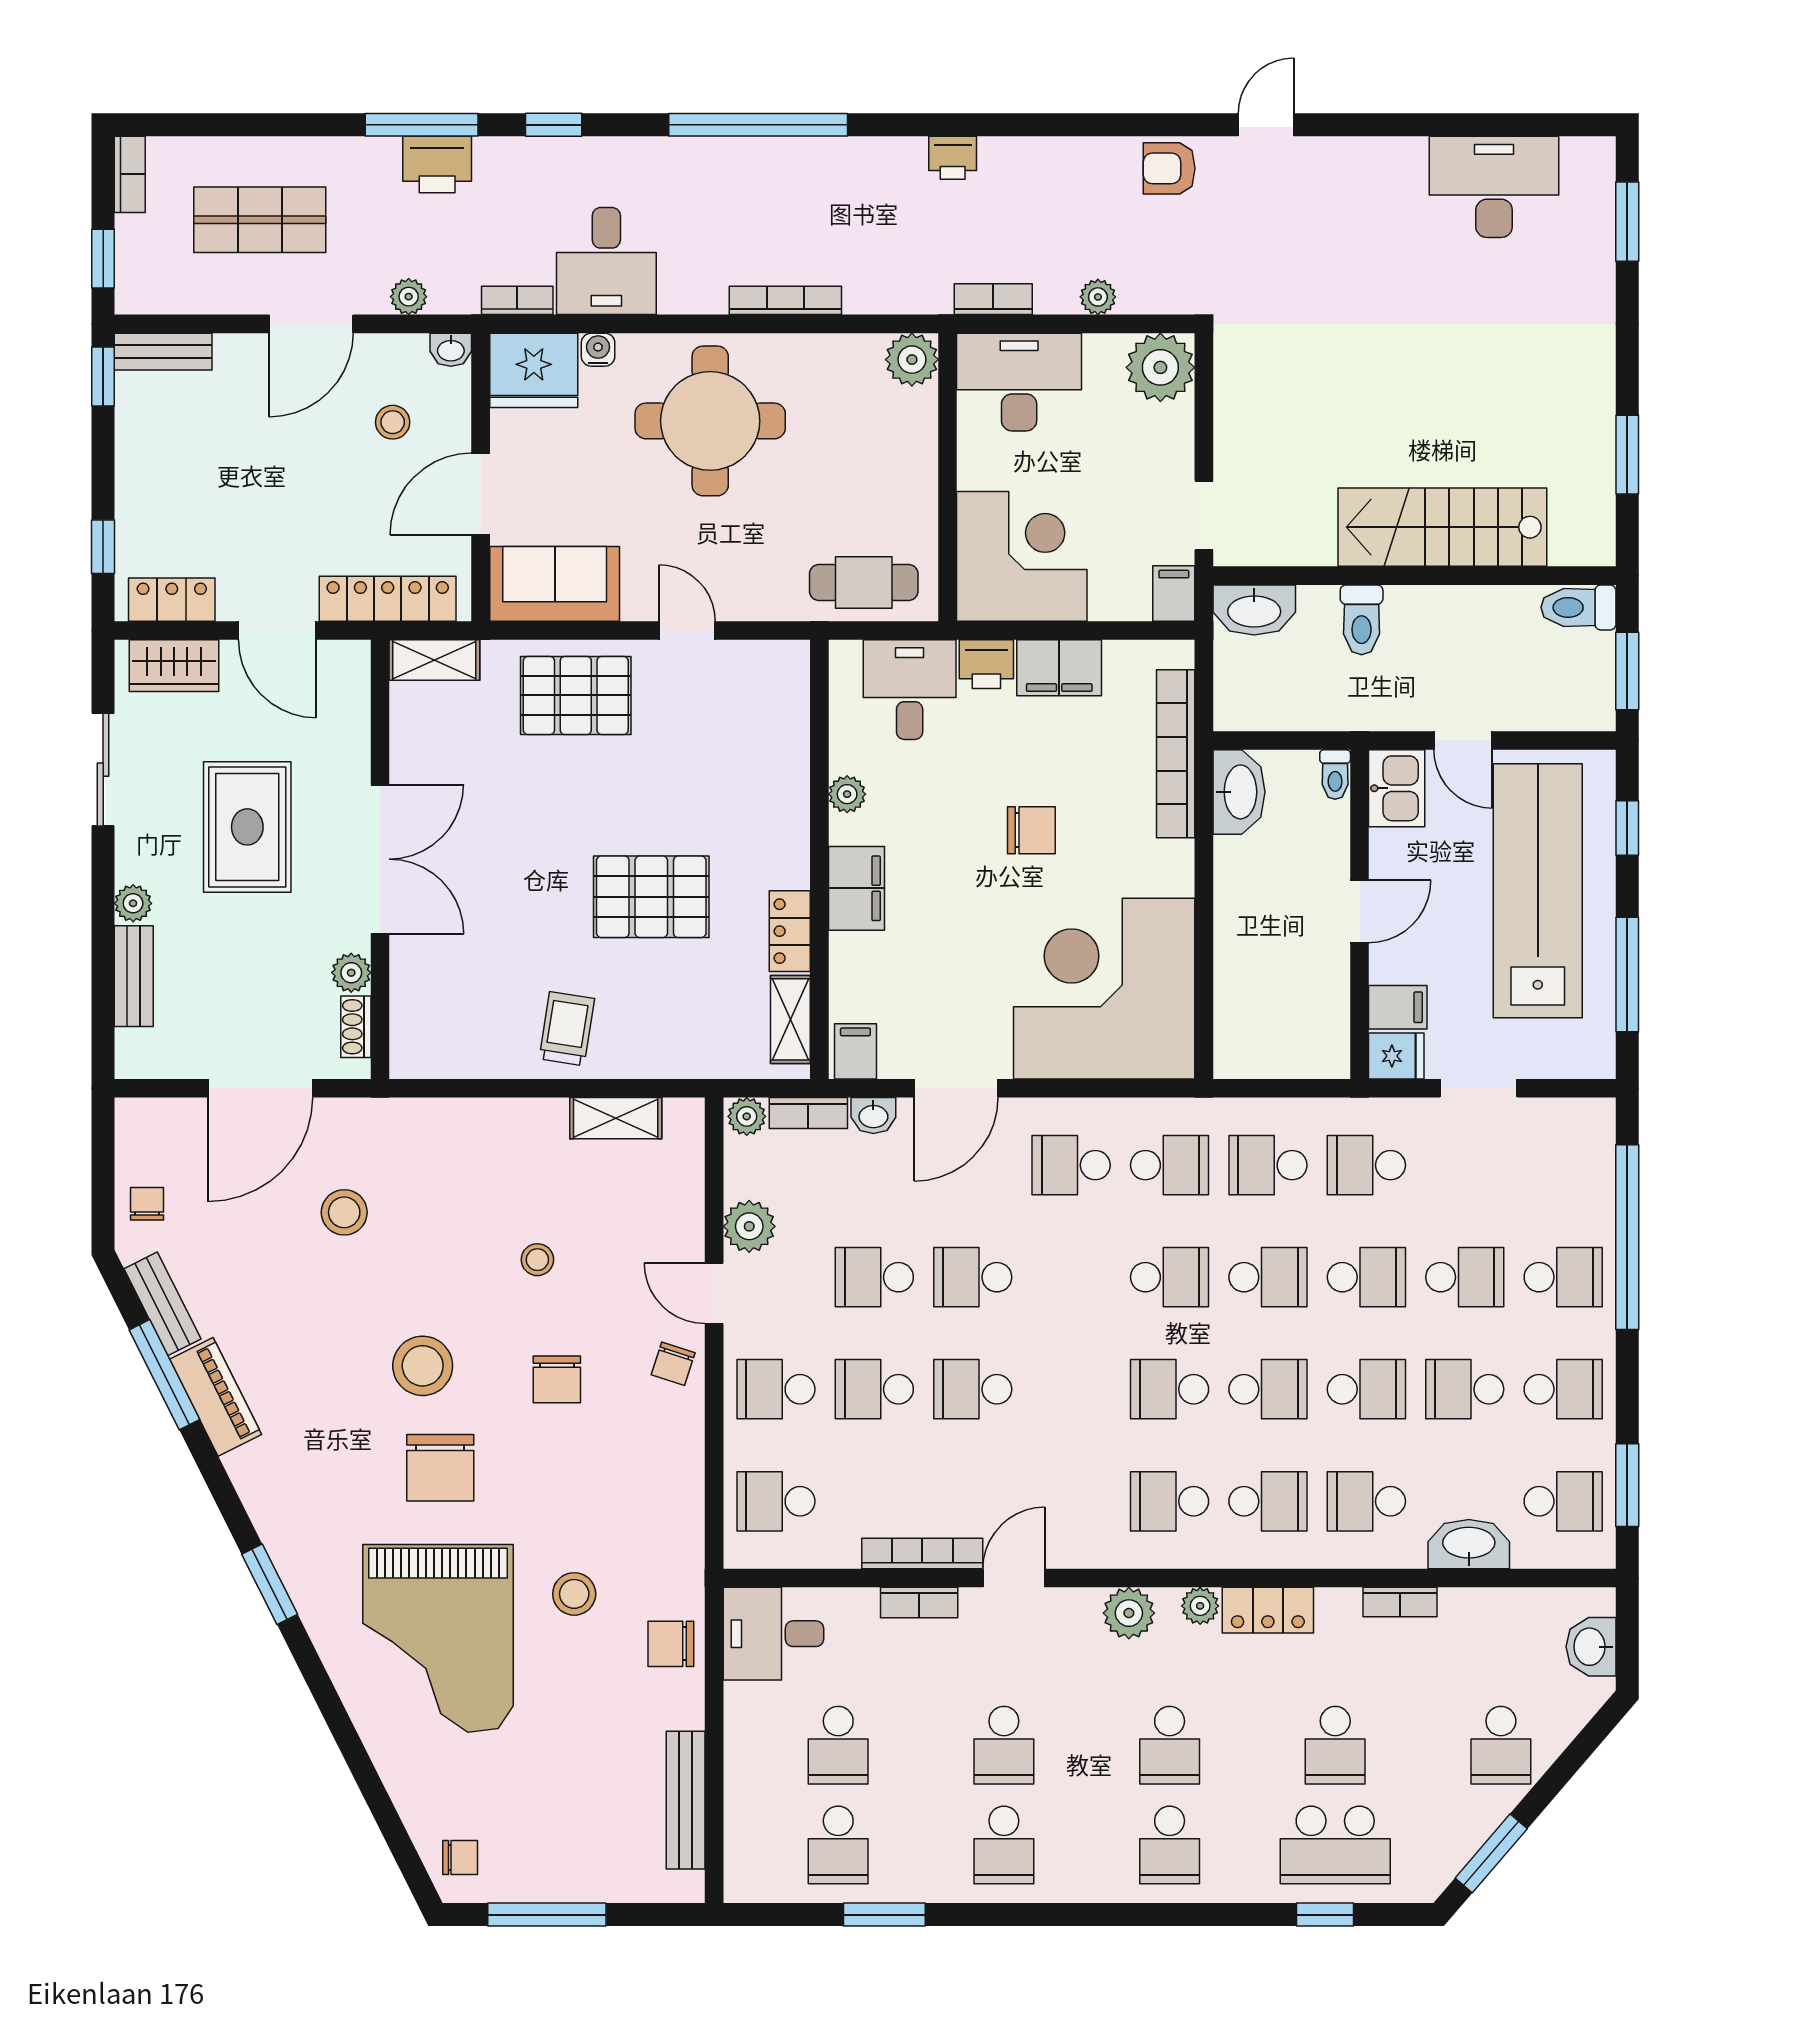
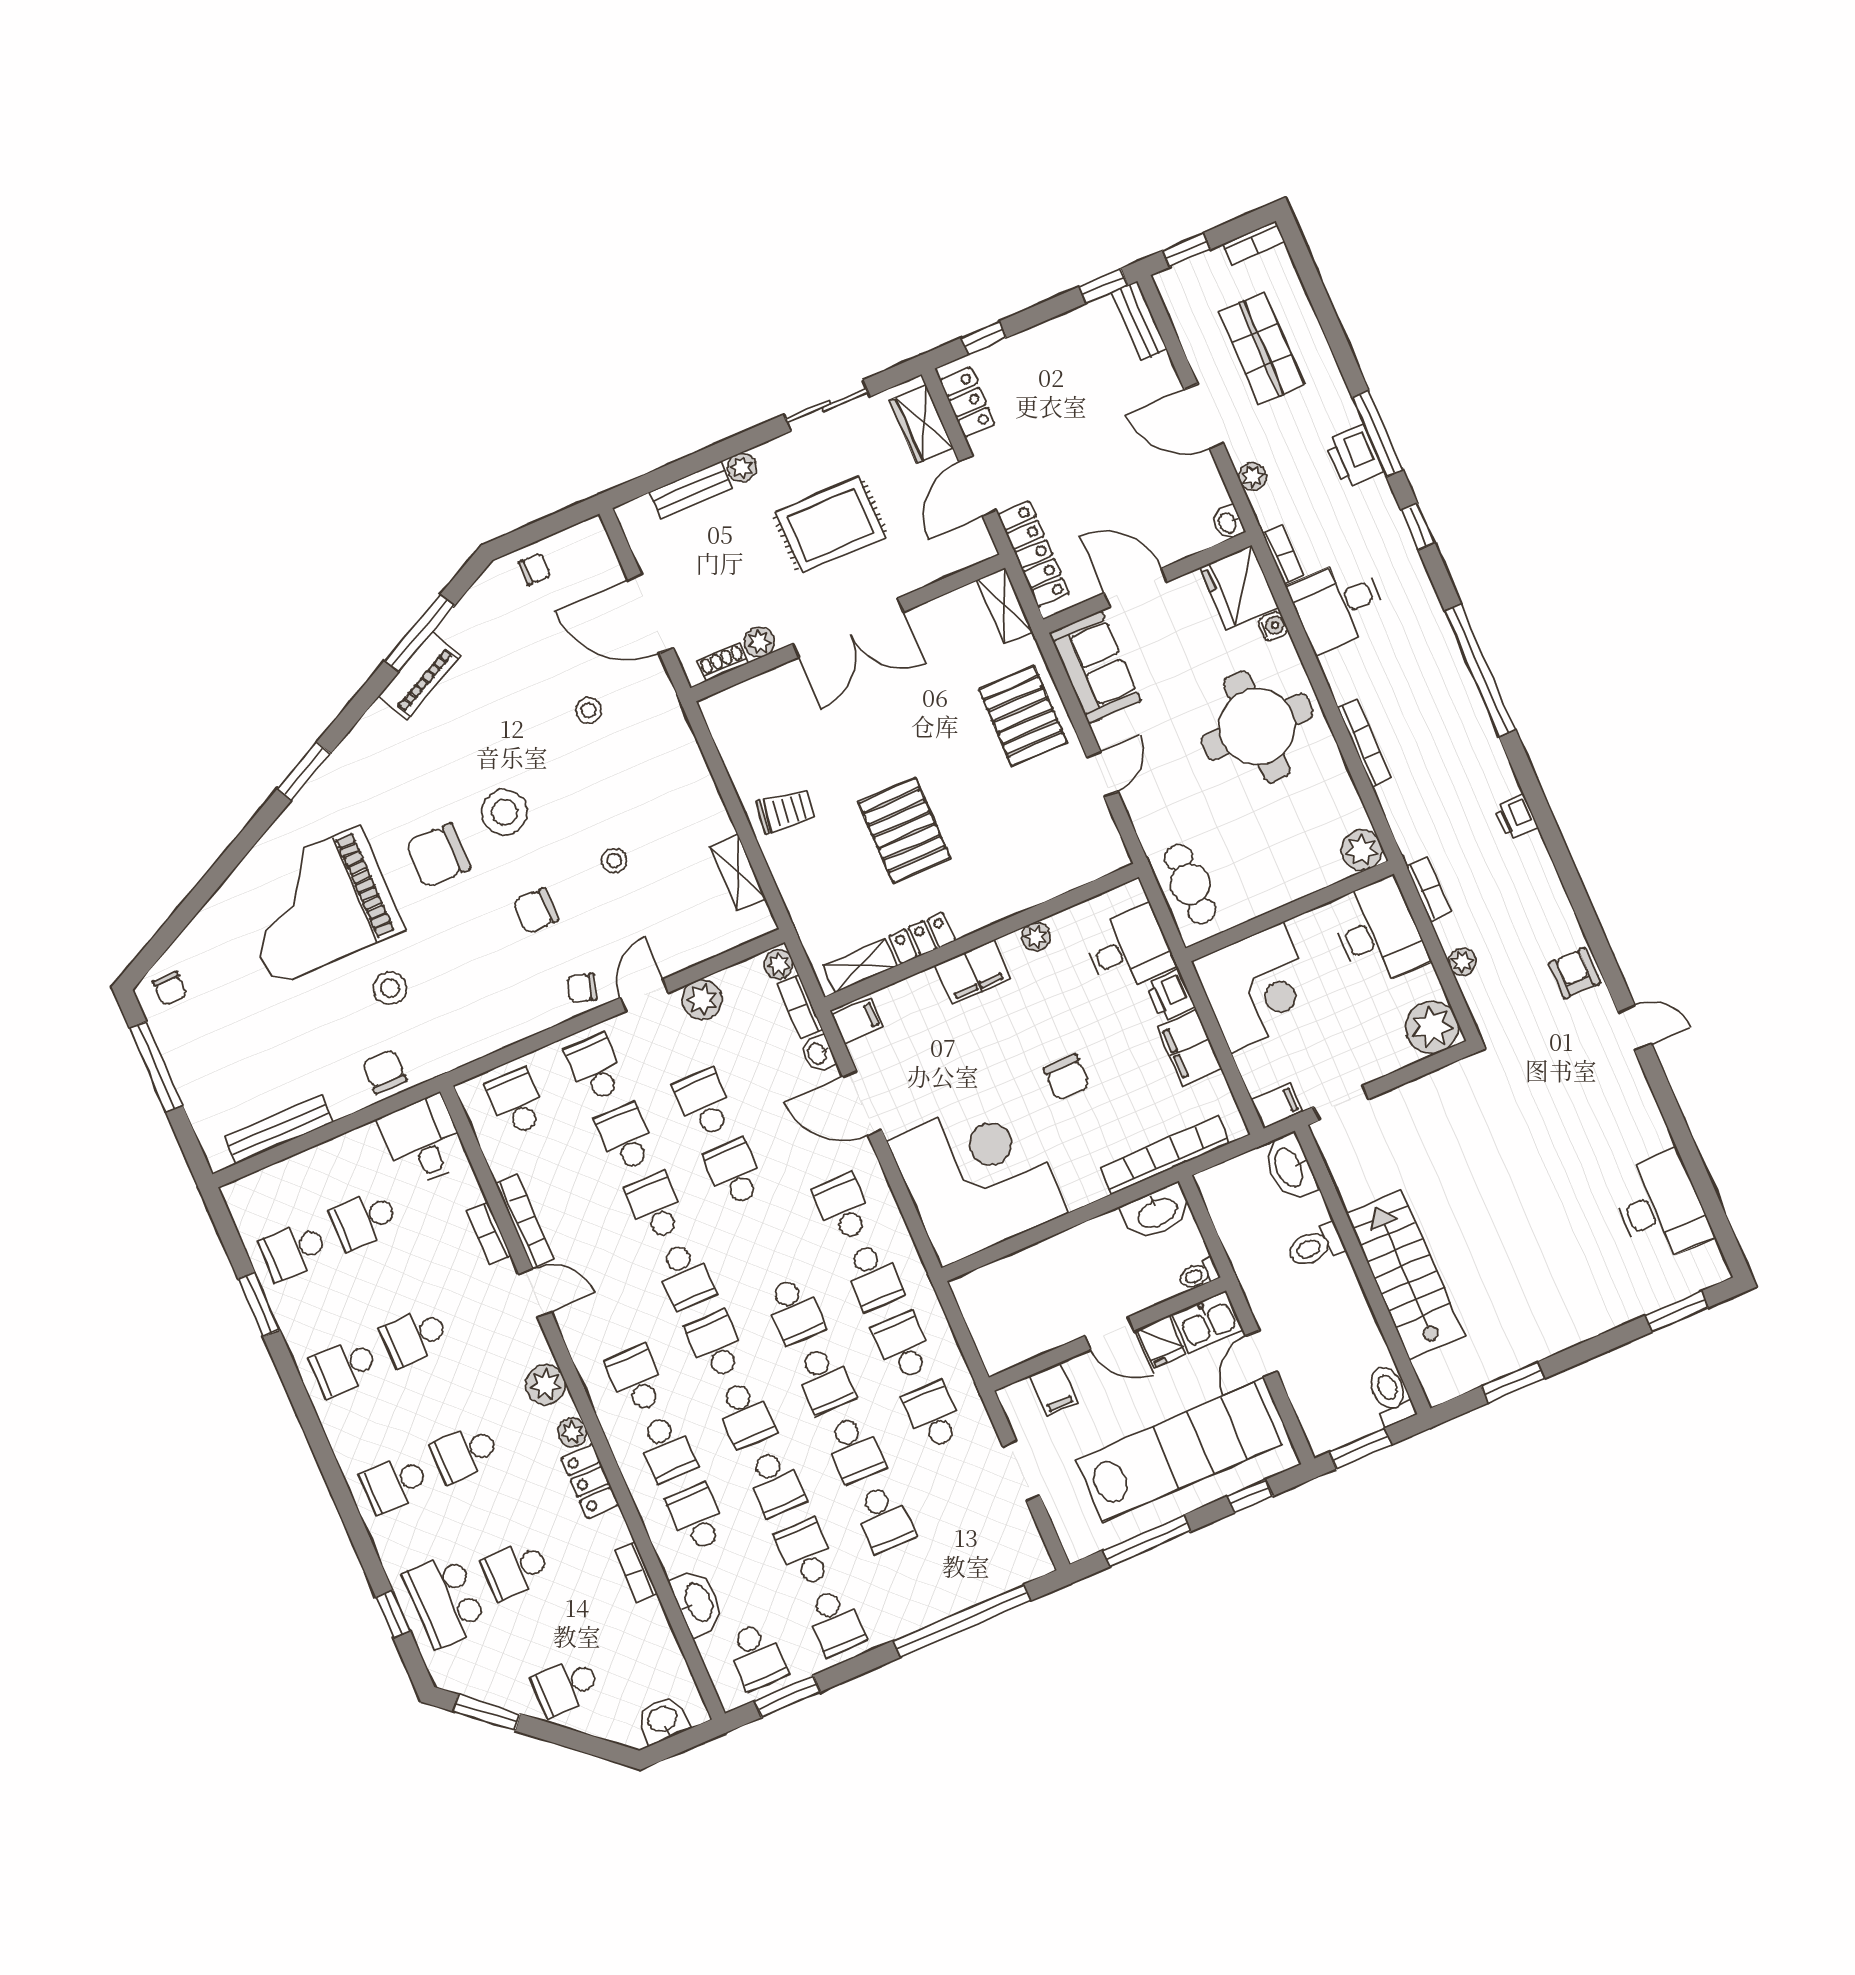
stool: (393, 422) -> (1159, 504), removed
fridge: (1396, 1056) -> (1161, 1342), moved
stool: (344, 1212) -> (589, 710), width x0.73, depth x0.73
school desk: (1563, 1277) -> (685, 1276), moved
bench: (162, 1304) -> (469, 610), removed

